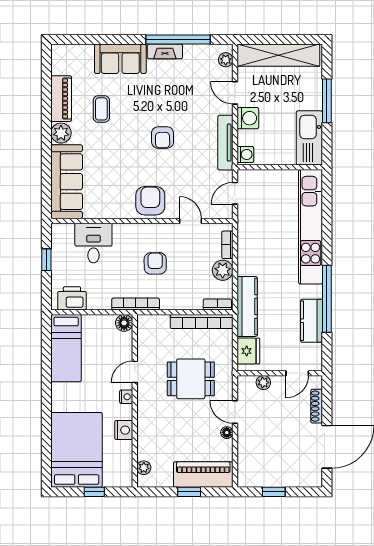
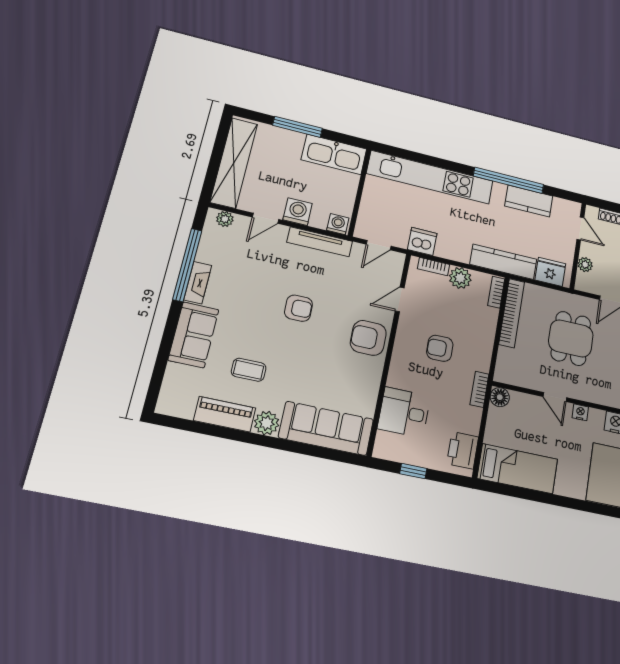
door: (235, 193) -> (379, 245), hinge flipped
dishwasher: (248, 231) -> (422, 241), added
bookcase: (136, 304) -> (479, 389), width x0.64

